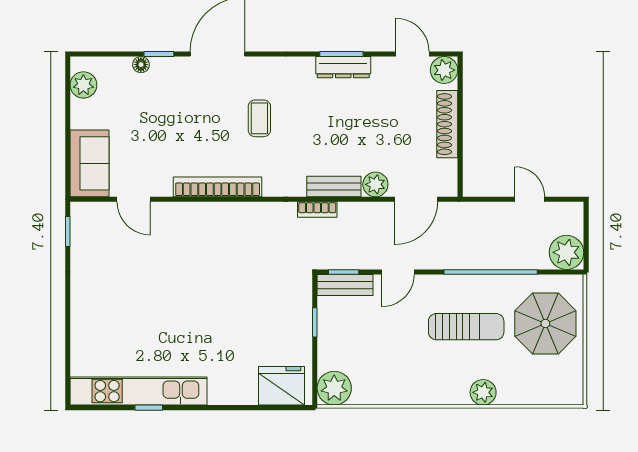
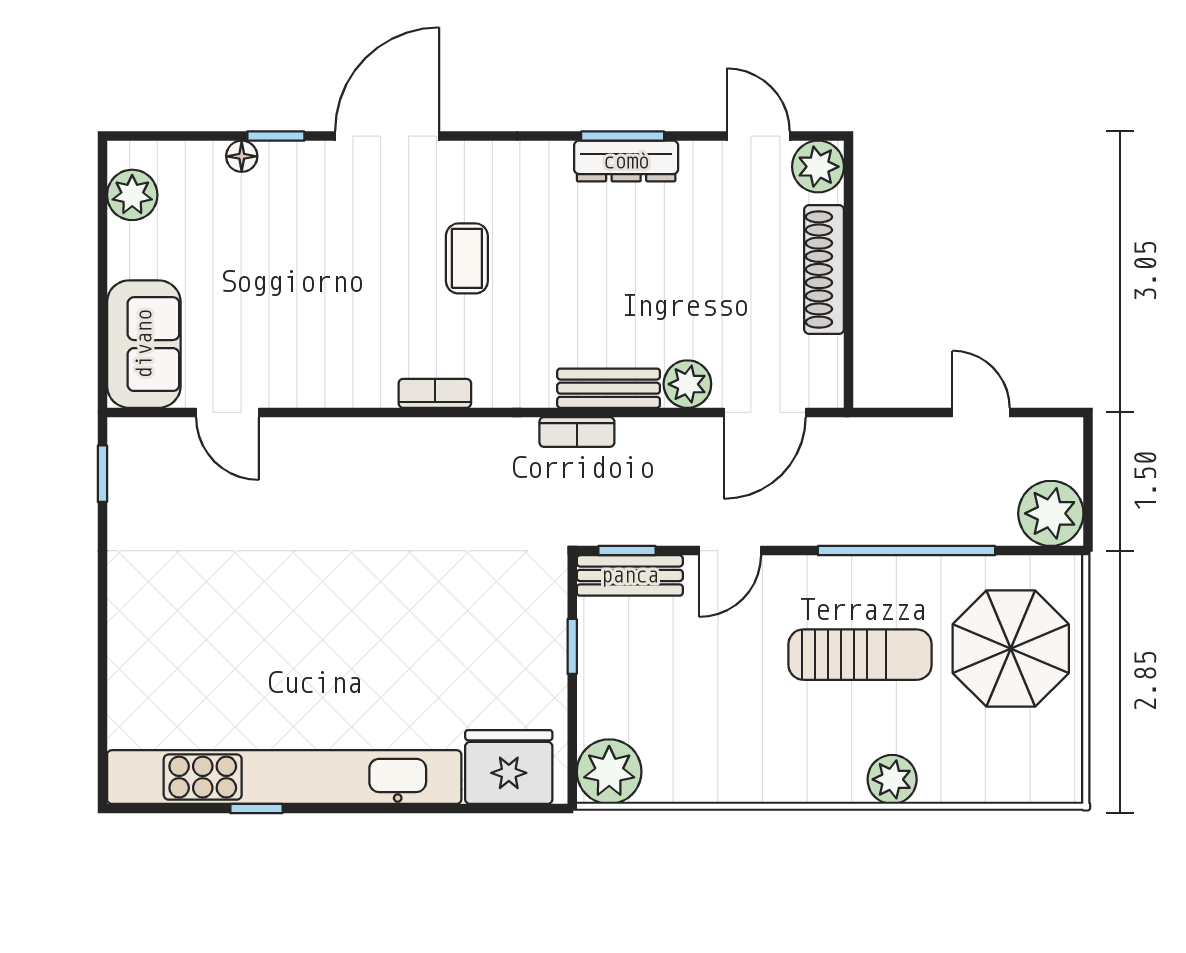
bookcase: (218, 187) -> (435, 393), width x0.43, depth x0.76
kitchen unit: (139, 391) -> (284, 777), width x1.36

